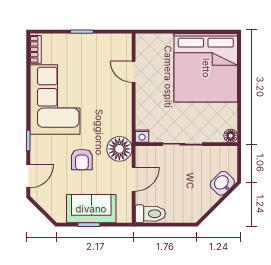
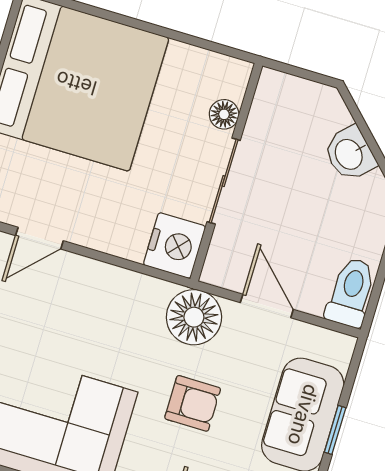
nightstand: (142, 136) -> (174, 246), width x1.89, depth x1.79
floor lamp: (231, 136) -> (224, 114), moved
washbasin: (222, 183) -> (350, 154), moved

